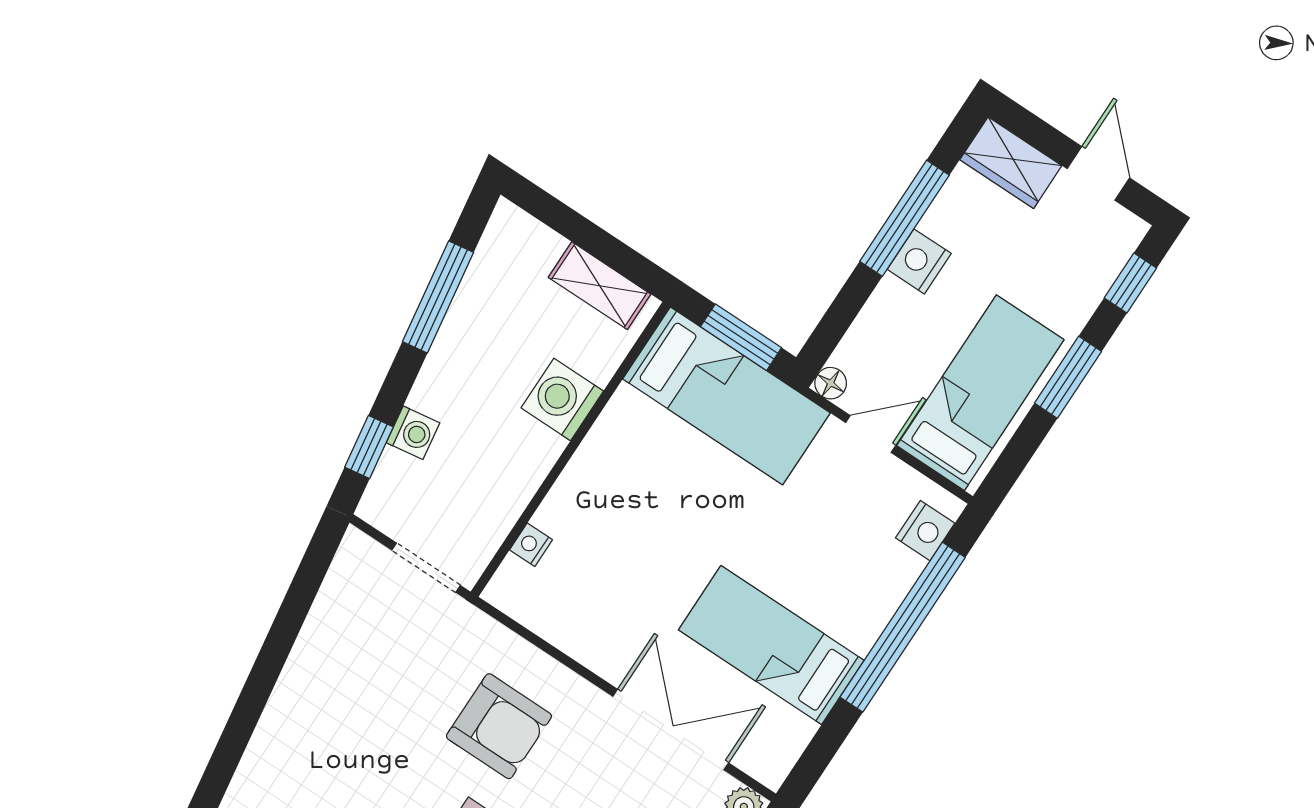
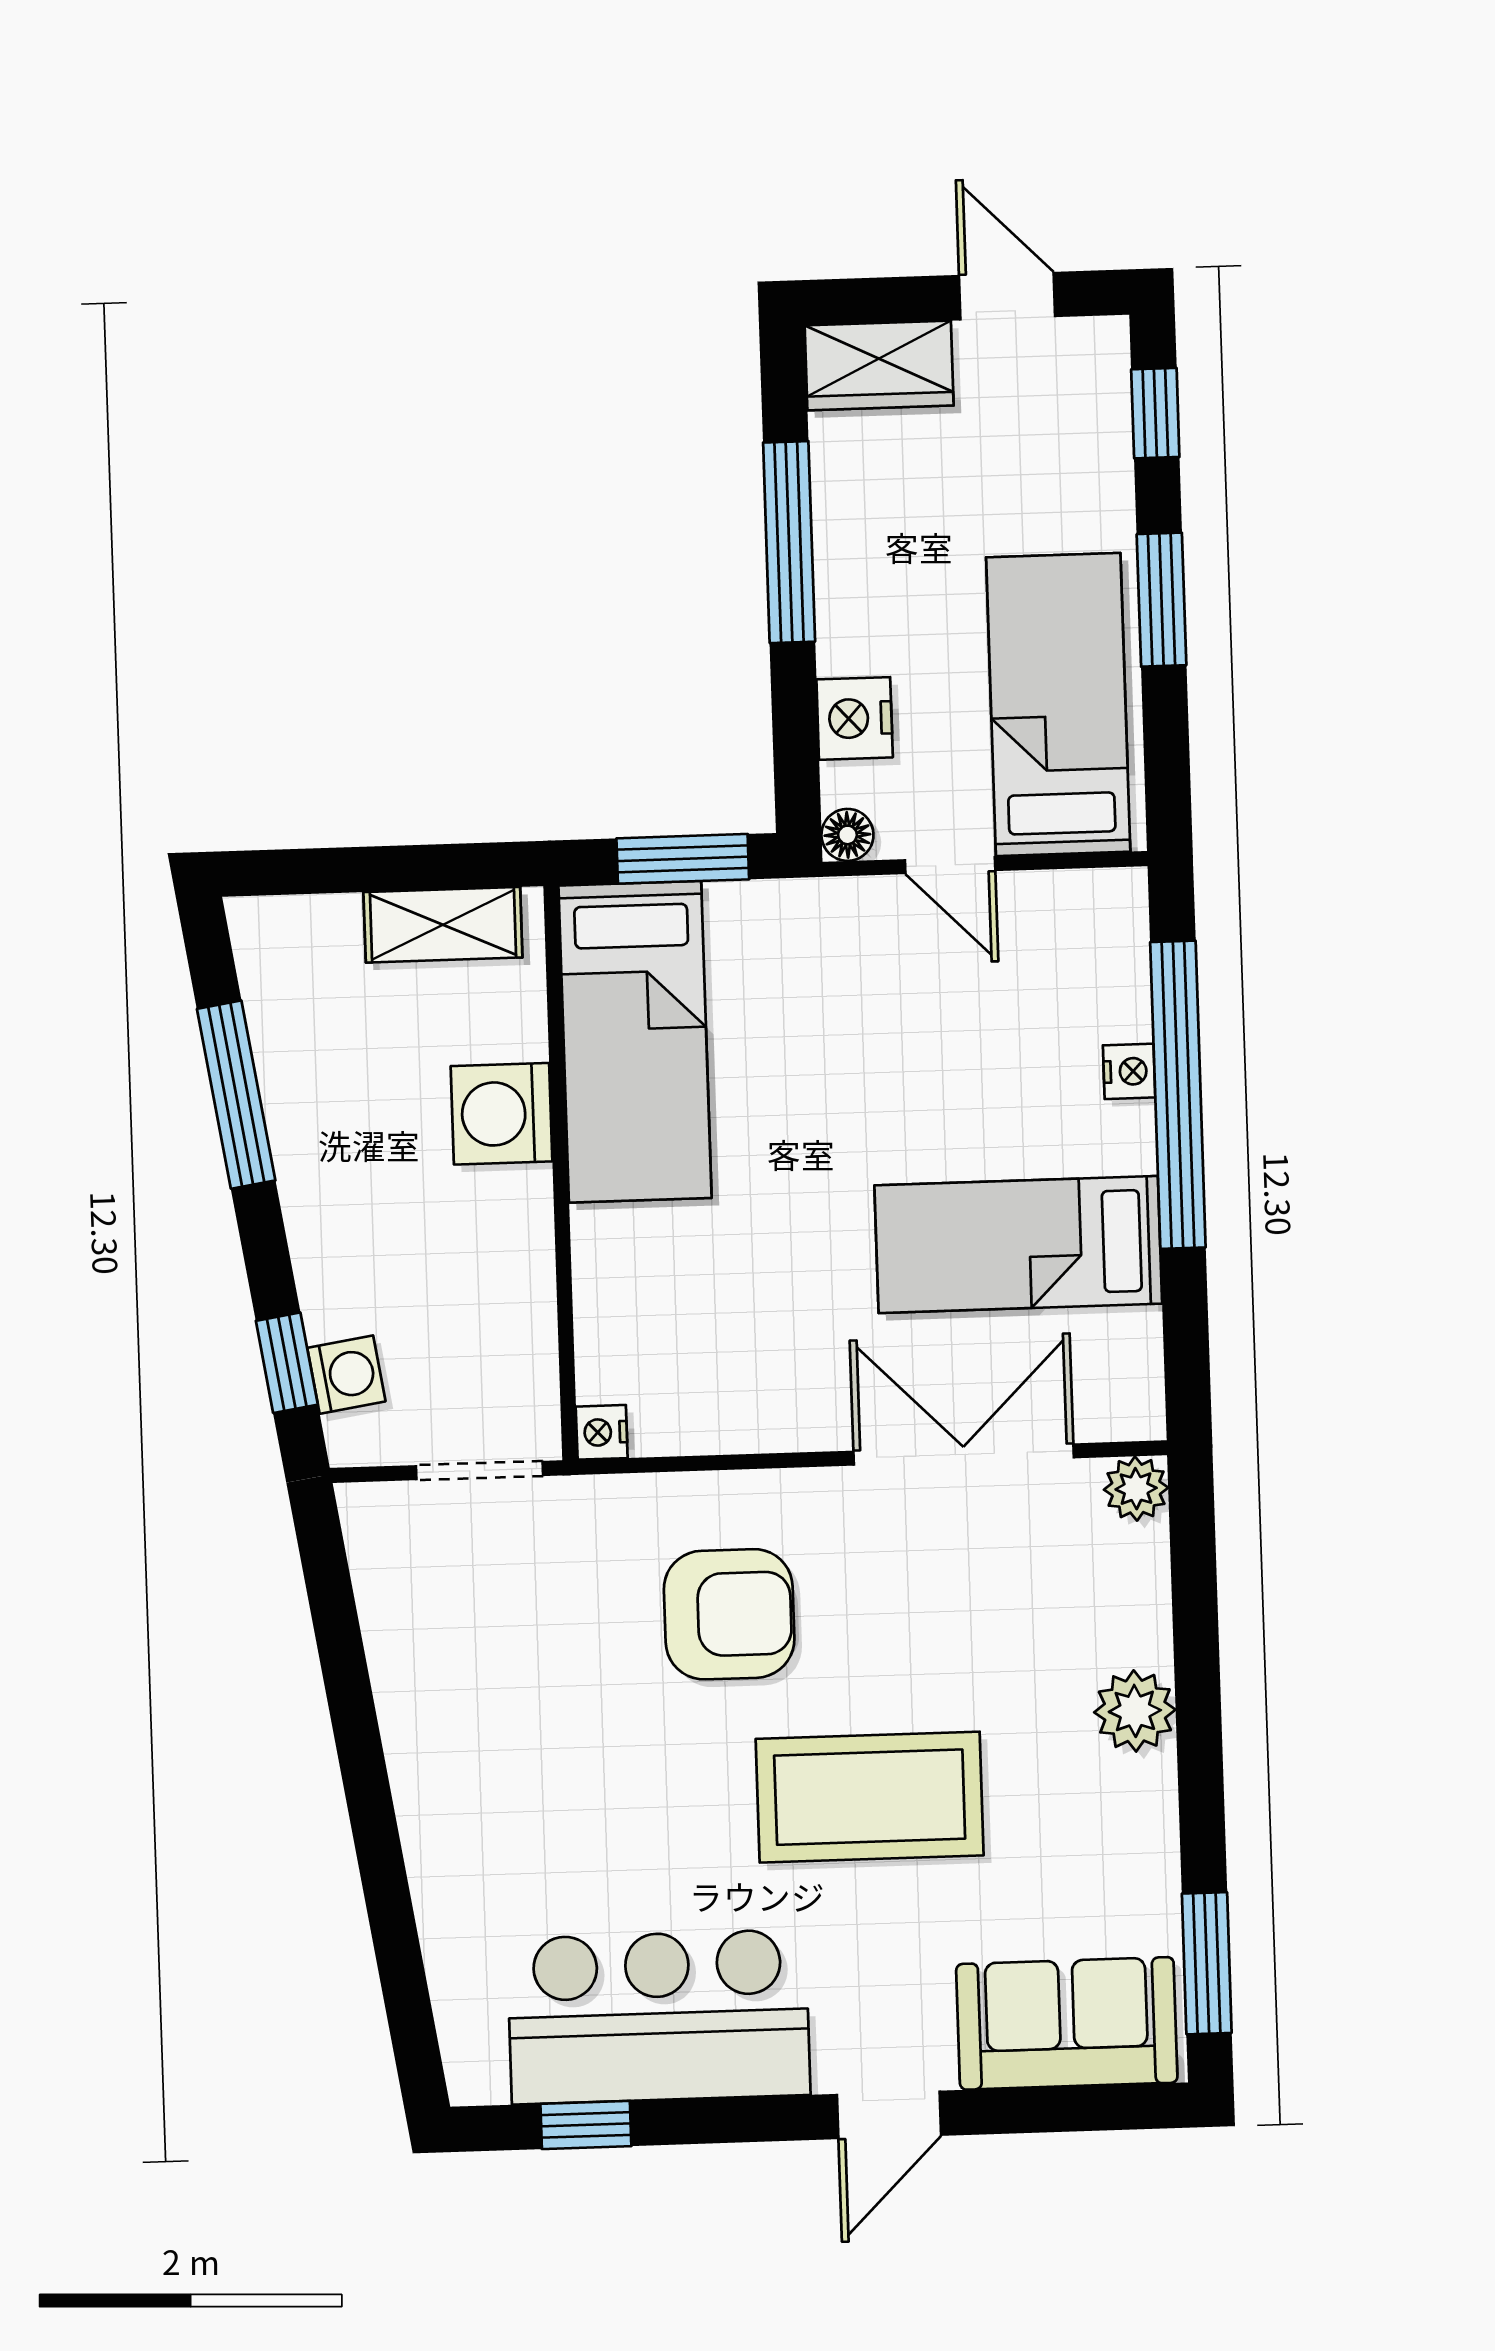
nightstand: (919, 261) -> (855, 718), moved
bed: (726, 396) -> (635, 1042), moved, turned 90
washing machine: (413, 433) -> (346, 1375), moved
door: (871, 434) -> (950, 865), swing flipped
nightstand: (925, 531) -> (1129, 1071), moved, width x0.72, depth x0.74
nightstand: (531, 545) -> (602, 1432), moved

